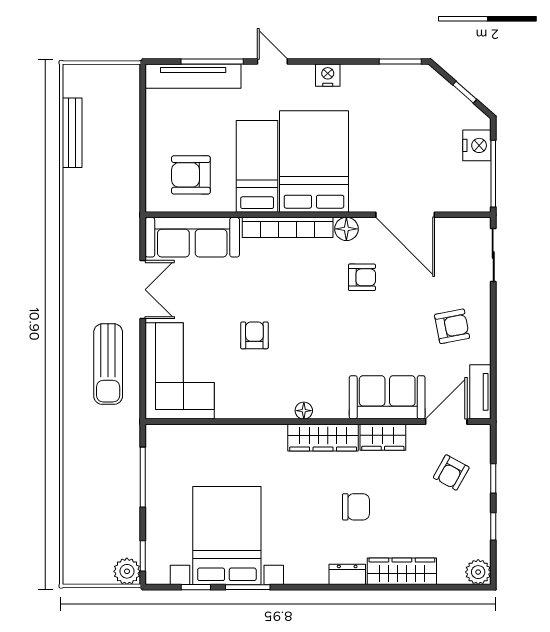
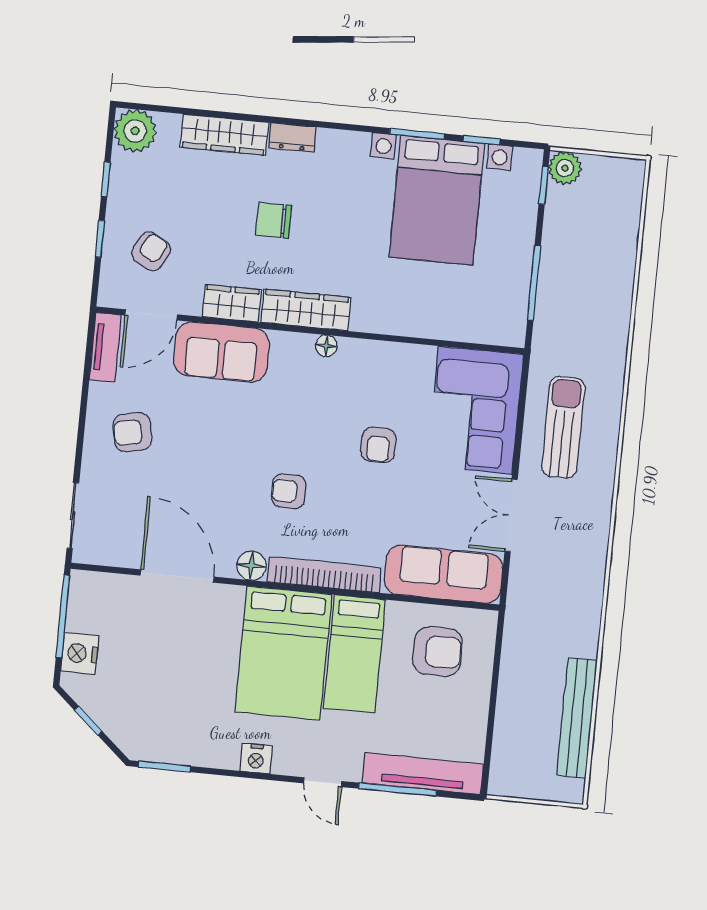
bench: (72, 133) -> (577, 718), width x1.37, depth x1.21
armchair: (362, 277) -> (289, 491), moved
plant: (478, 572) -> (135, 131), width x1.36, depth x1.36

